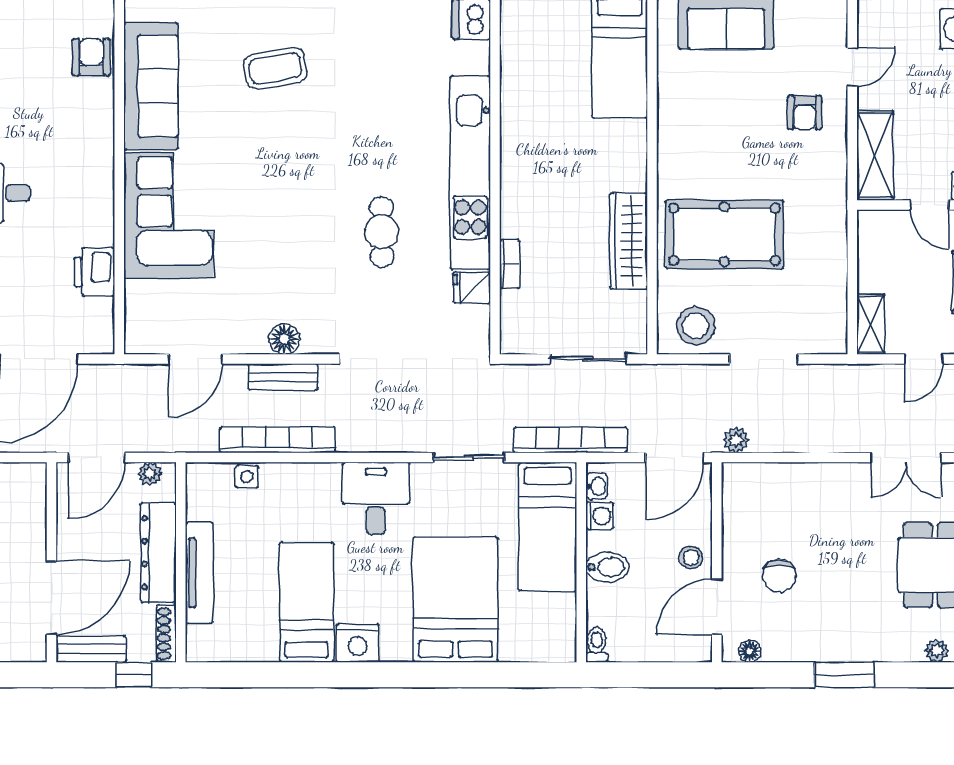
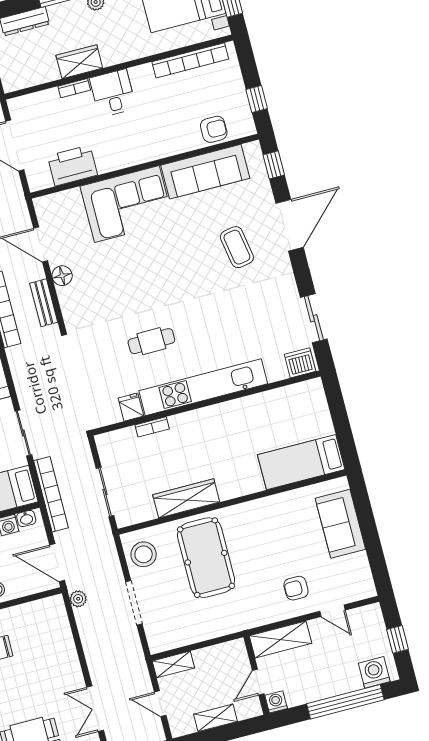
printer: (94, 272) -> (72, 166), width x1.37, depth x1.19
floor lamp: (284, 339) -> (62, 276), moved

